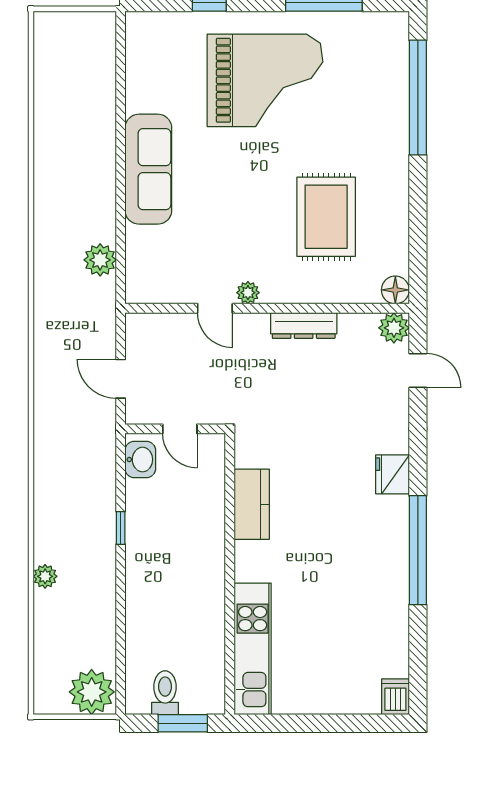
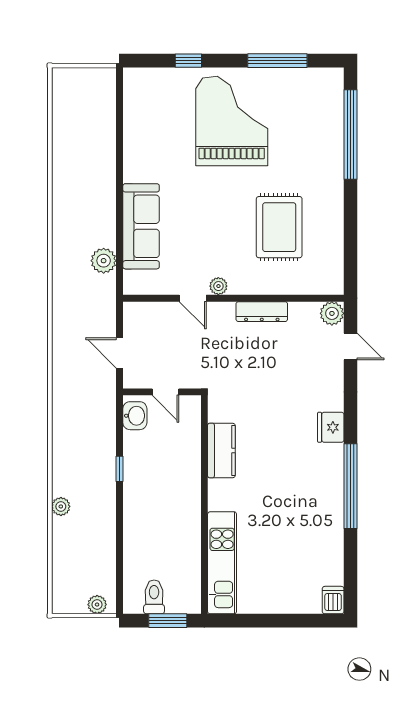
grand piano: (265, 80) -> (232, 121), turned -90
sofa: (148, 169) -> (141, 226), moved
floor lamp: (395, 290) -> (333, 284), removed
plant: (92, 692) -> (97, 605), width x0.53, depth x0.53

